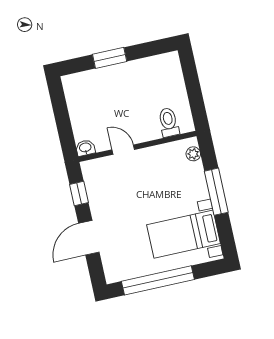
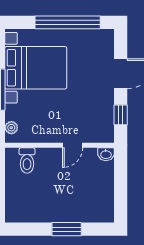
door: (123, 150) -> (73, 145), hinge flipped
bed with nightstands: (184, 234) -> (36, 68), width x1.36

